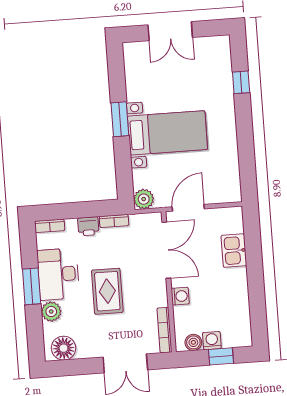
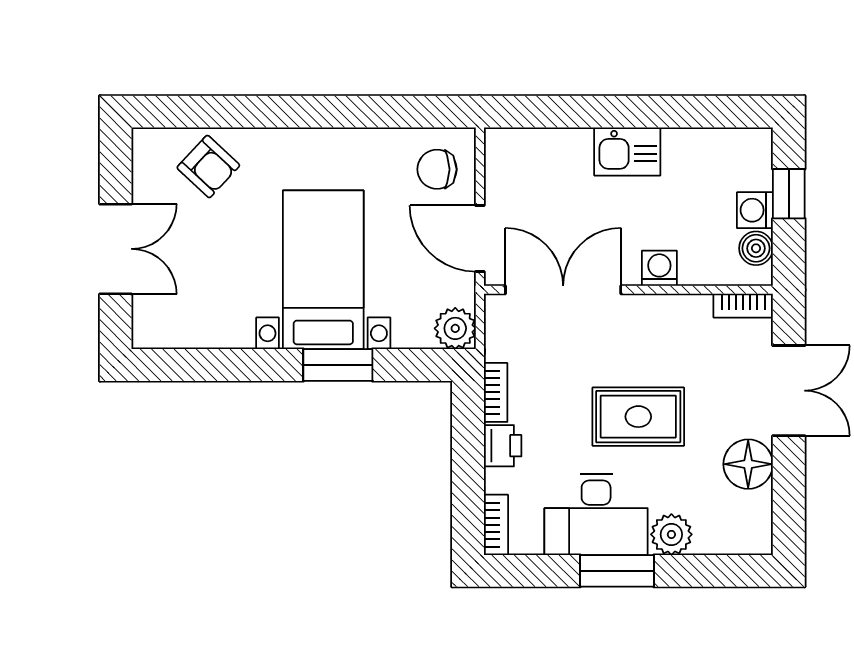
armchair: (214, 73) -> (208, 167), added
window: (241, 82) -> (231, 112), removed
window: (120, 119) -> (338, 365), moved
chair: (220, 185) -> (437, 169), added
kitchen sink: (234, 251) -> (627, 151), moved
bookcase: (164, 330) -> (743, 306), width x0.64
floor lamp: (64, 348) -> (748, 464), moved

